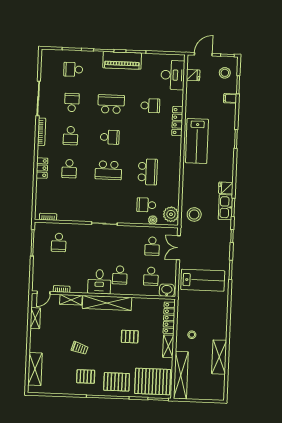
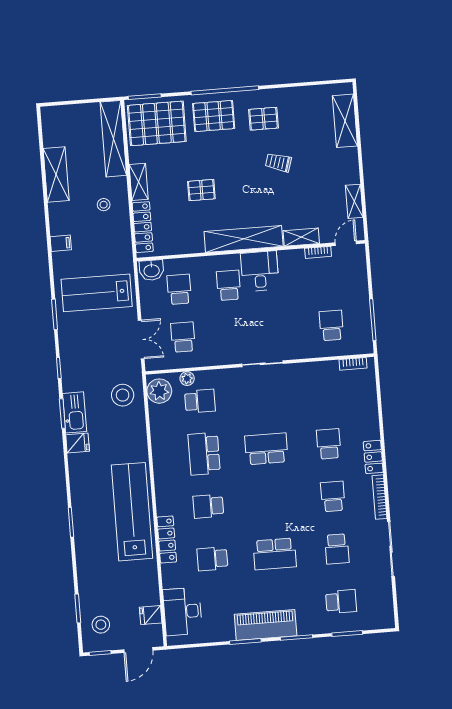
filing cabinet: (230, 98) -> (61, 243), moved
school desk: (110, 137) -> (208, 506), moved
lab bench: (197, 141) -> (132, 512), width x1.36
locker: (42, 168) -> (373, 457), moved

